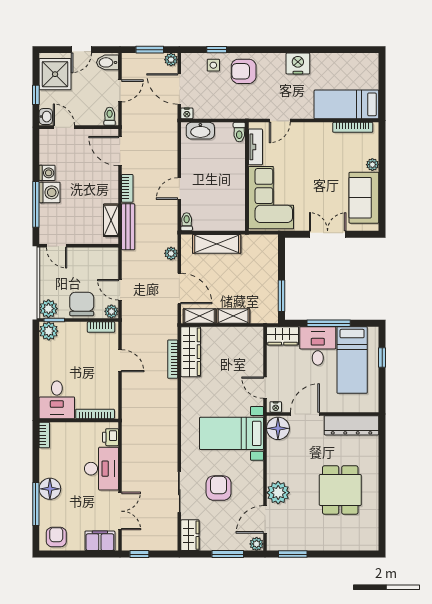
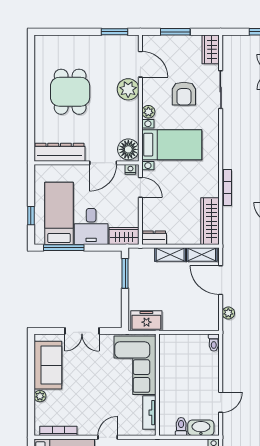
door: (280, 121) -> (108, 437), moved
toilet: (239, 132) -> (181, 427), moved
door: (179, 189) -> (221, 402), moved
shelving: (217, 244) -> (186, 322), removed
freezer: (259, 245) -> (146, 321), added
window: (329, 323) -> (64, 248), moved
dresser: (250, 334) -> (154, 238), added
bookcase: (173, 359) -> (227, 187), moved
door: (265, 519) -> (140, 64), hinge flipped
plant: (257, 544) -> (148, 112), moved

